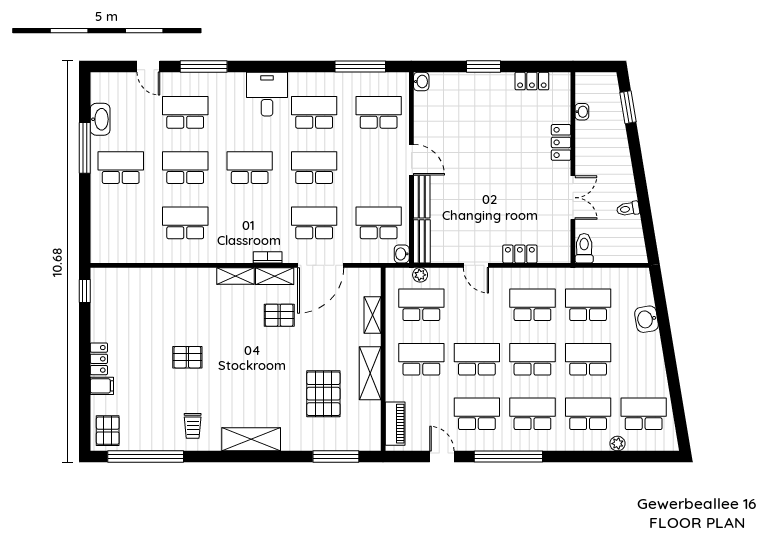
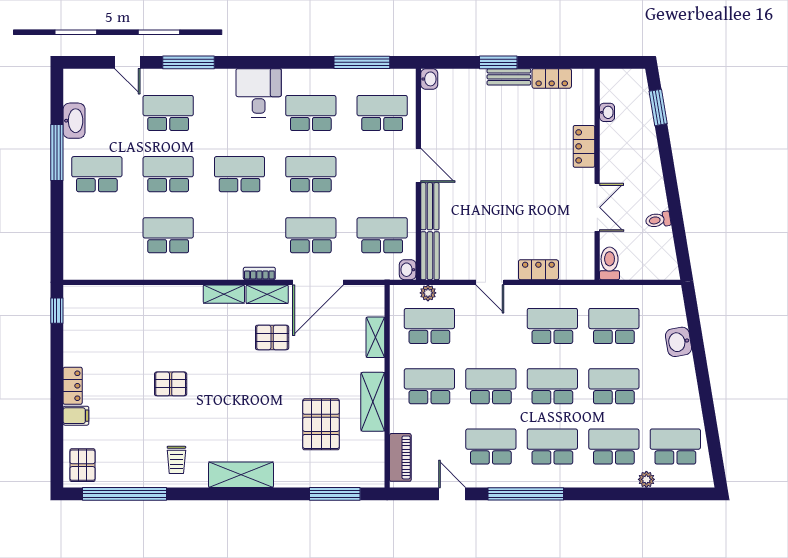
bench: (493, 80) -> (509, 77), added

